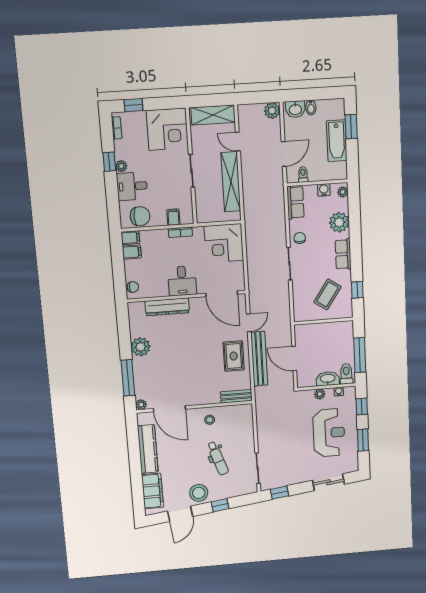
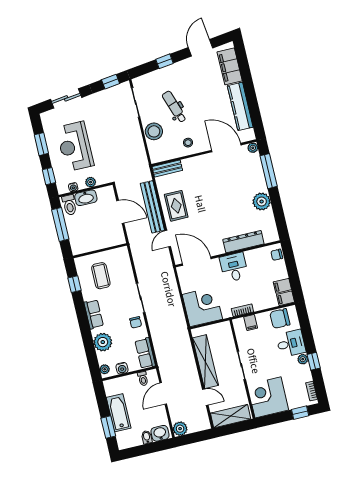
coffee table: (328, 294) -> (101, 276), turned -34
stool: (199, 493) -> (154, 131), moved

